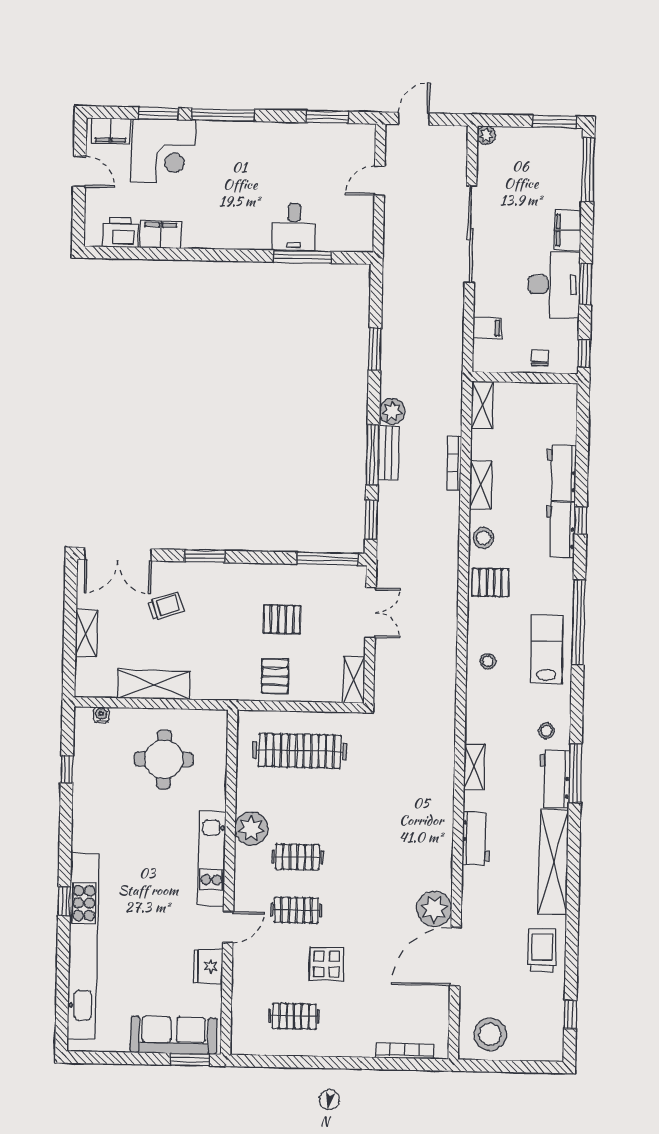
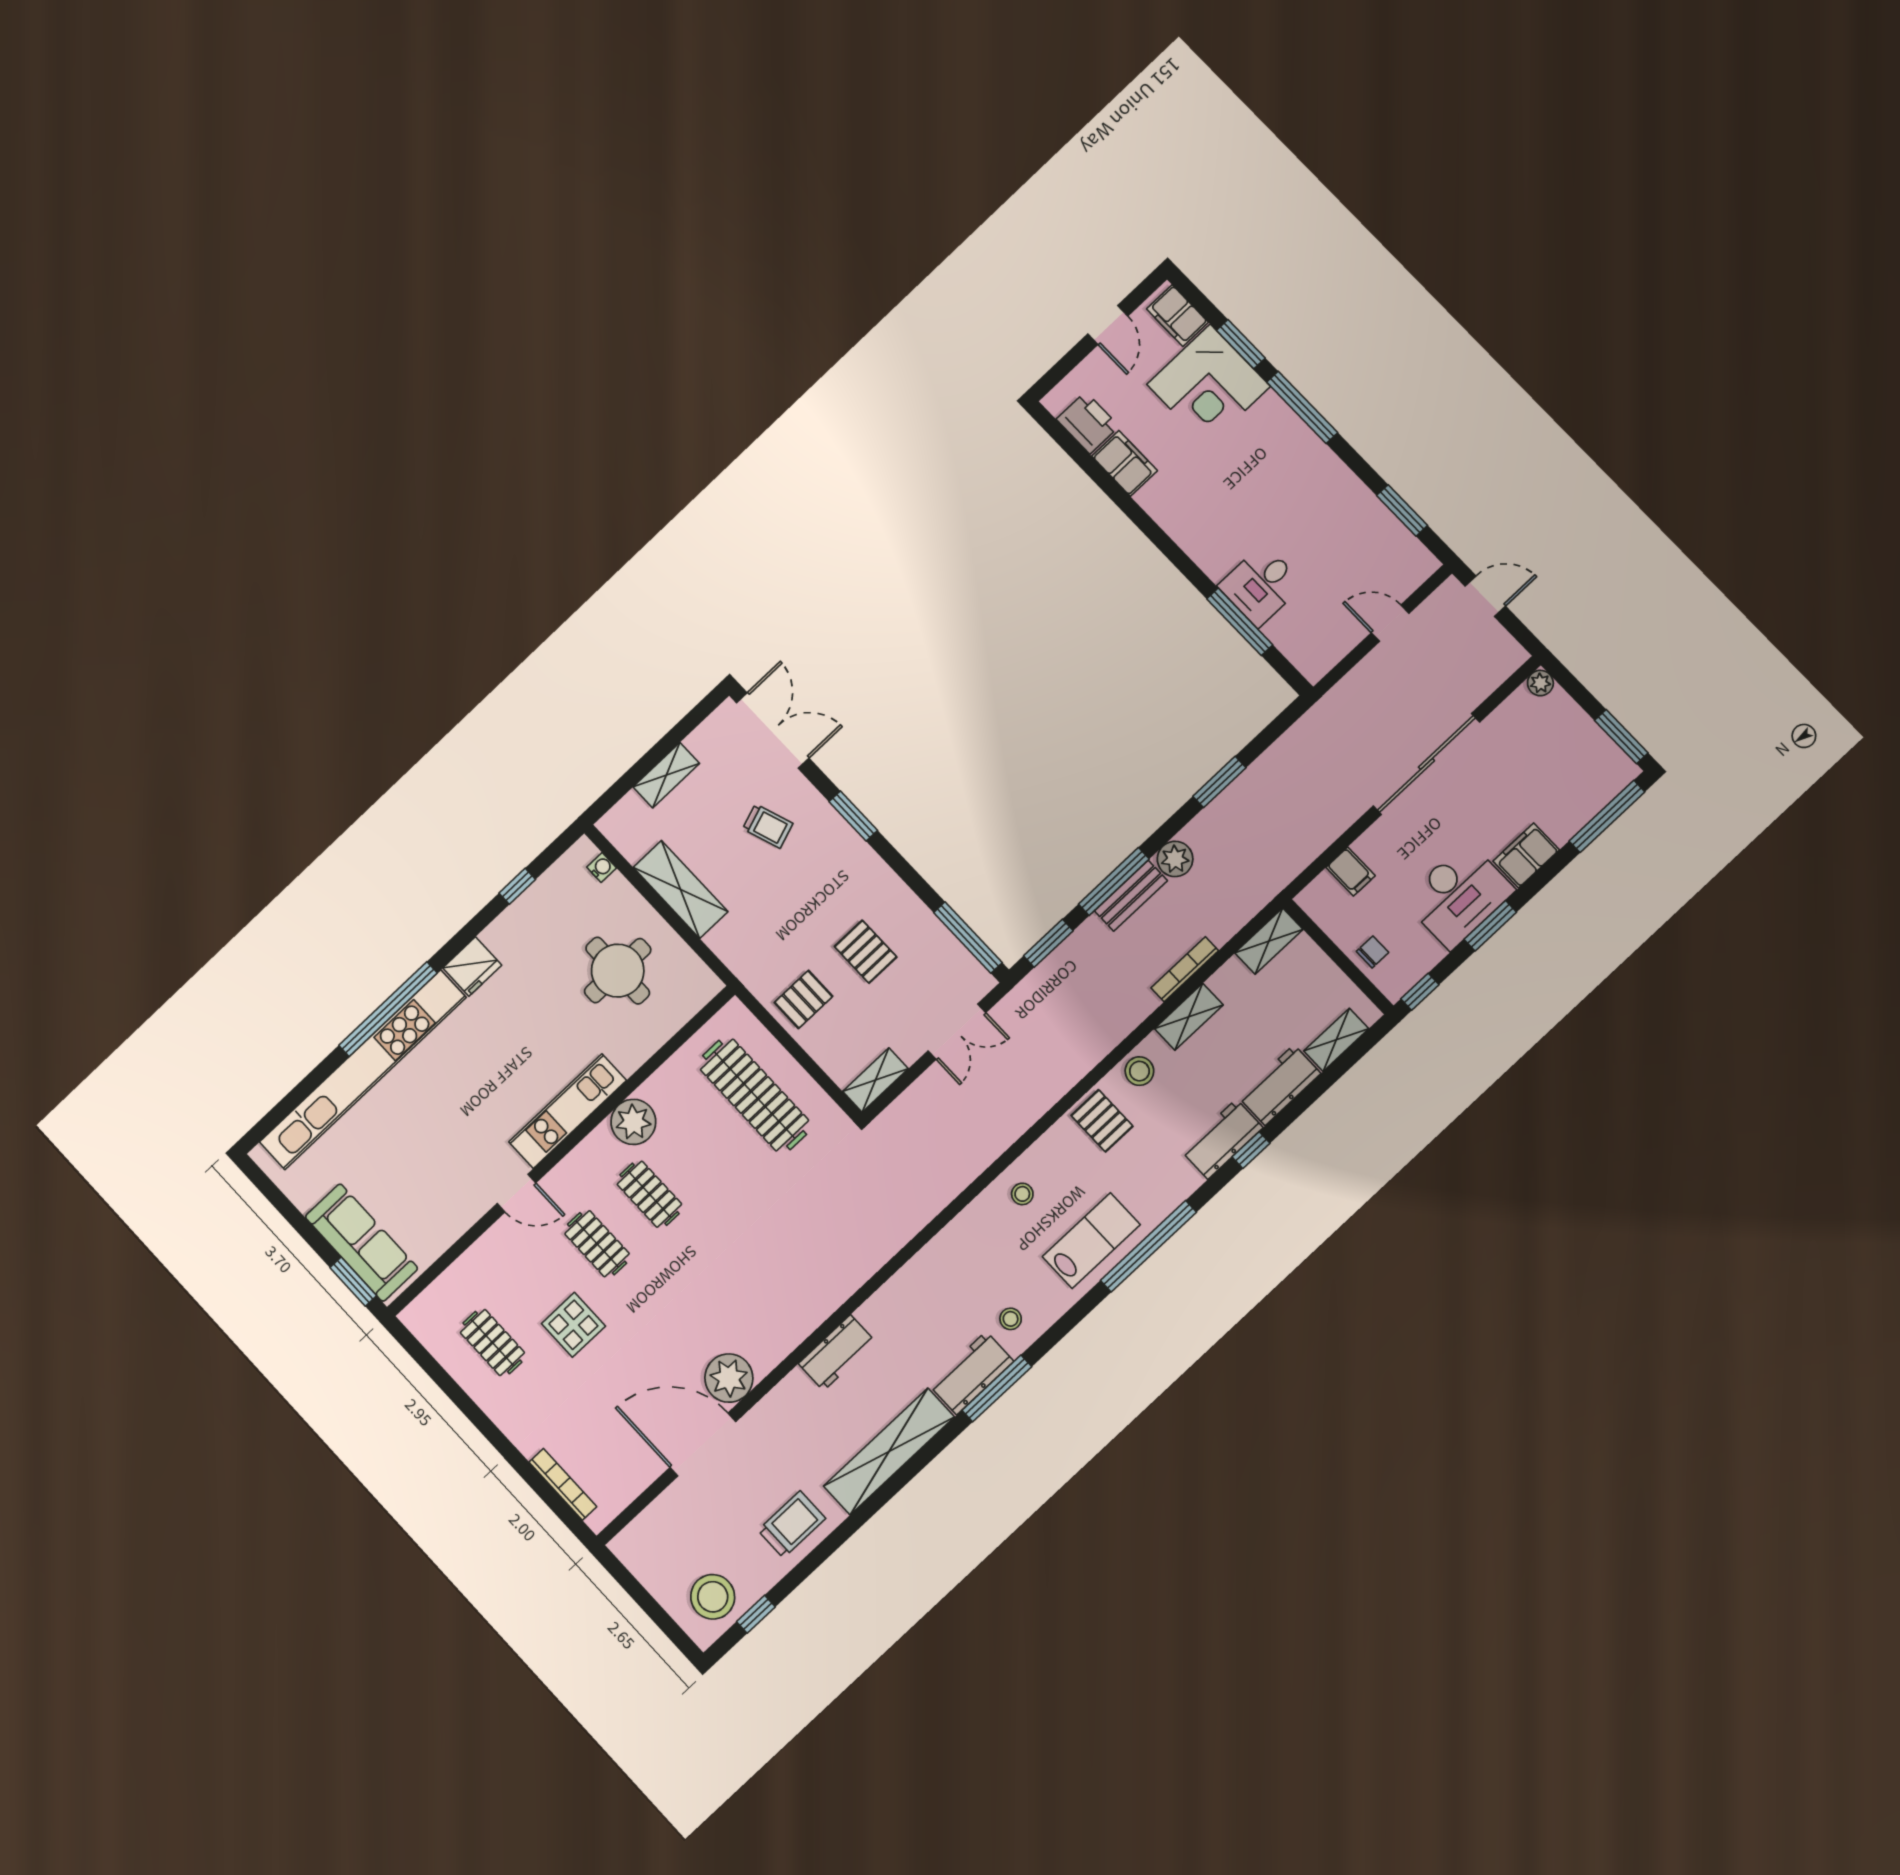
double door: (118, 554) -> (773, 730), swing flipped
shelving: (474, 767) -> (1336, 1040), moved
window: (64, 901) -> (388, 1009), width x3.17
fridge: (208, 966) -> (472, 967), moved, turned 180
stool: (490, 1034) -> (713, 1597), moved

